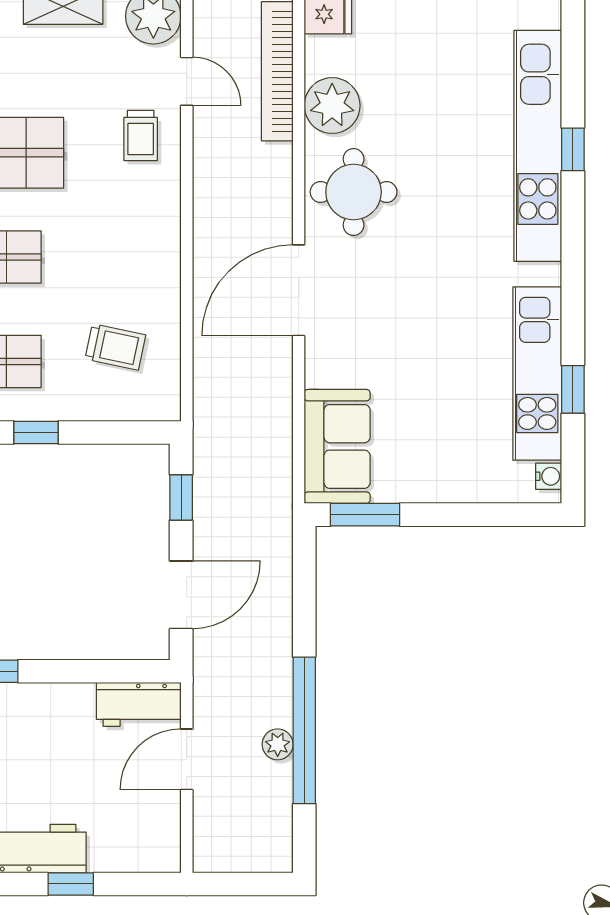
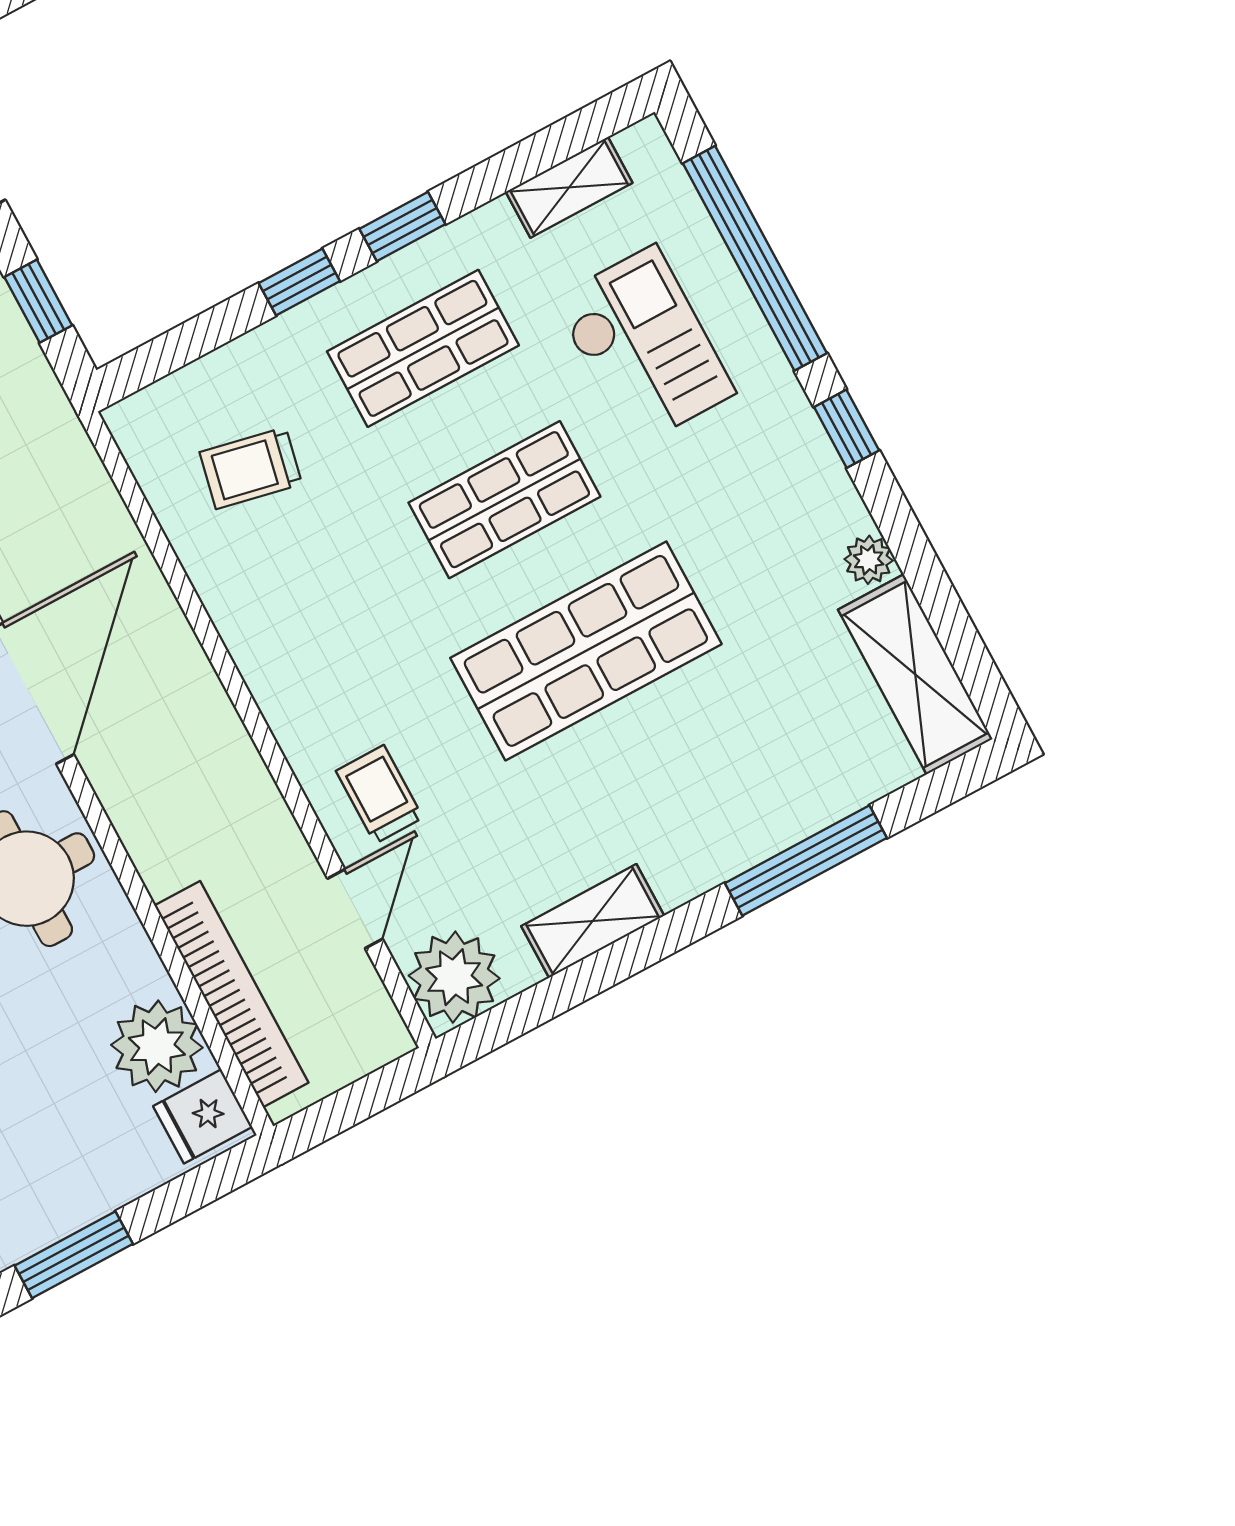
door: (187, 81) -> (355, 909), swing flipped
plant: (332, 106) -> (157, 1046), moved

